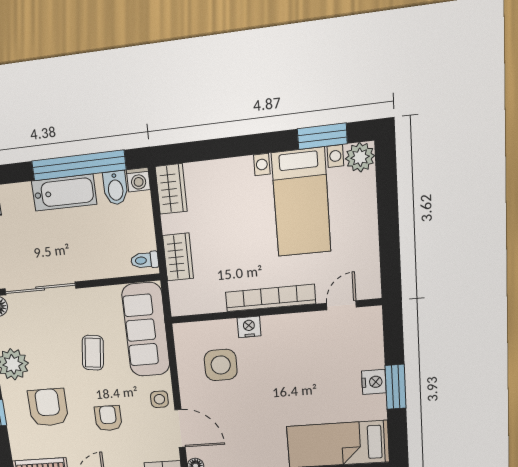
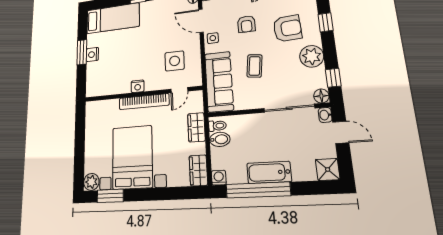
bidet: (115, 188) -> (220, 139), moved, turned 90
bed with nightstands: (301, 202) -> (132, 157), width x1.36
door: (341, 305) -> (179, 90), moved
nightstand: (249, 327) -> (138, 86), moved
armchair: (48, 407) -> (287, 28), turned -93

